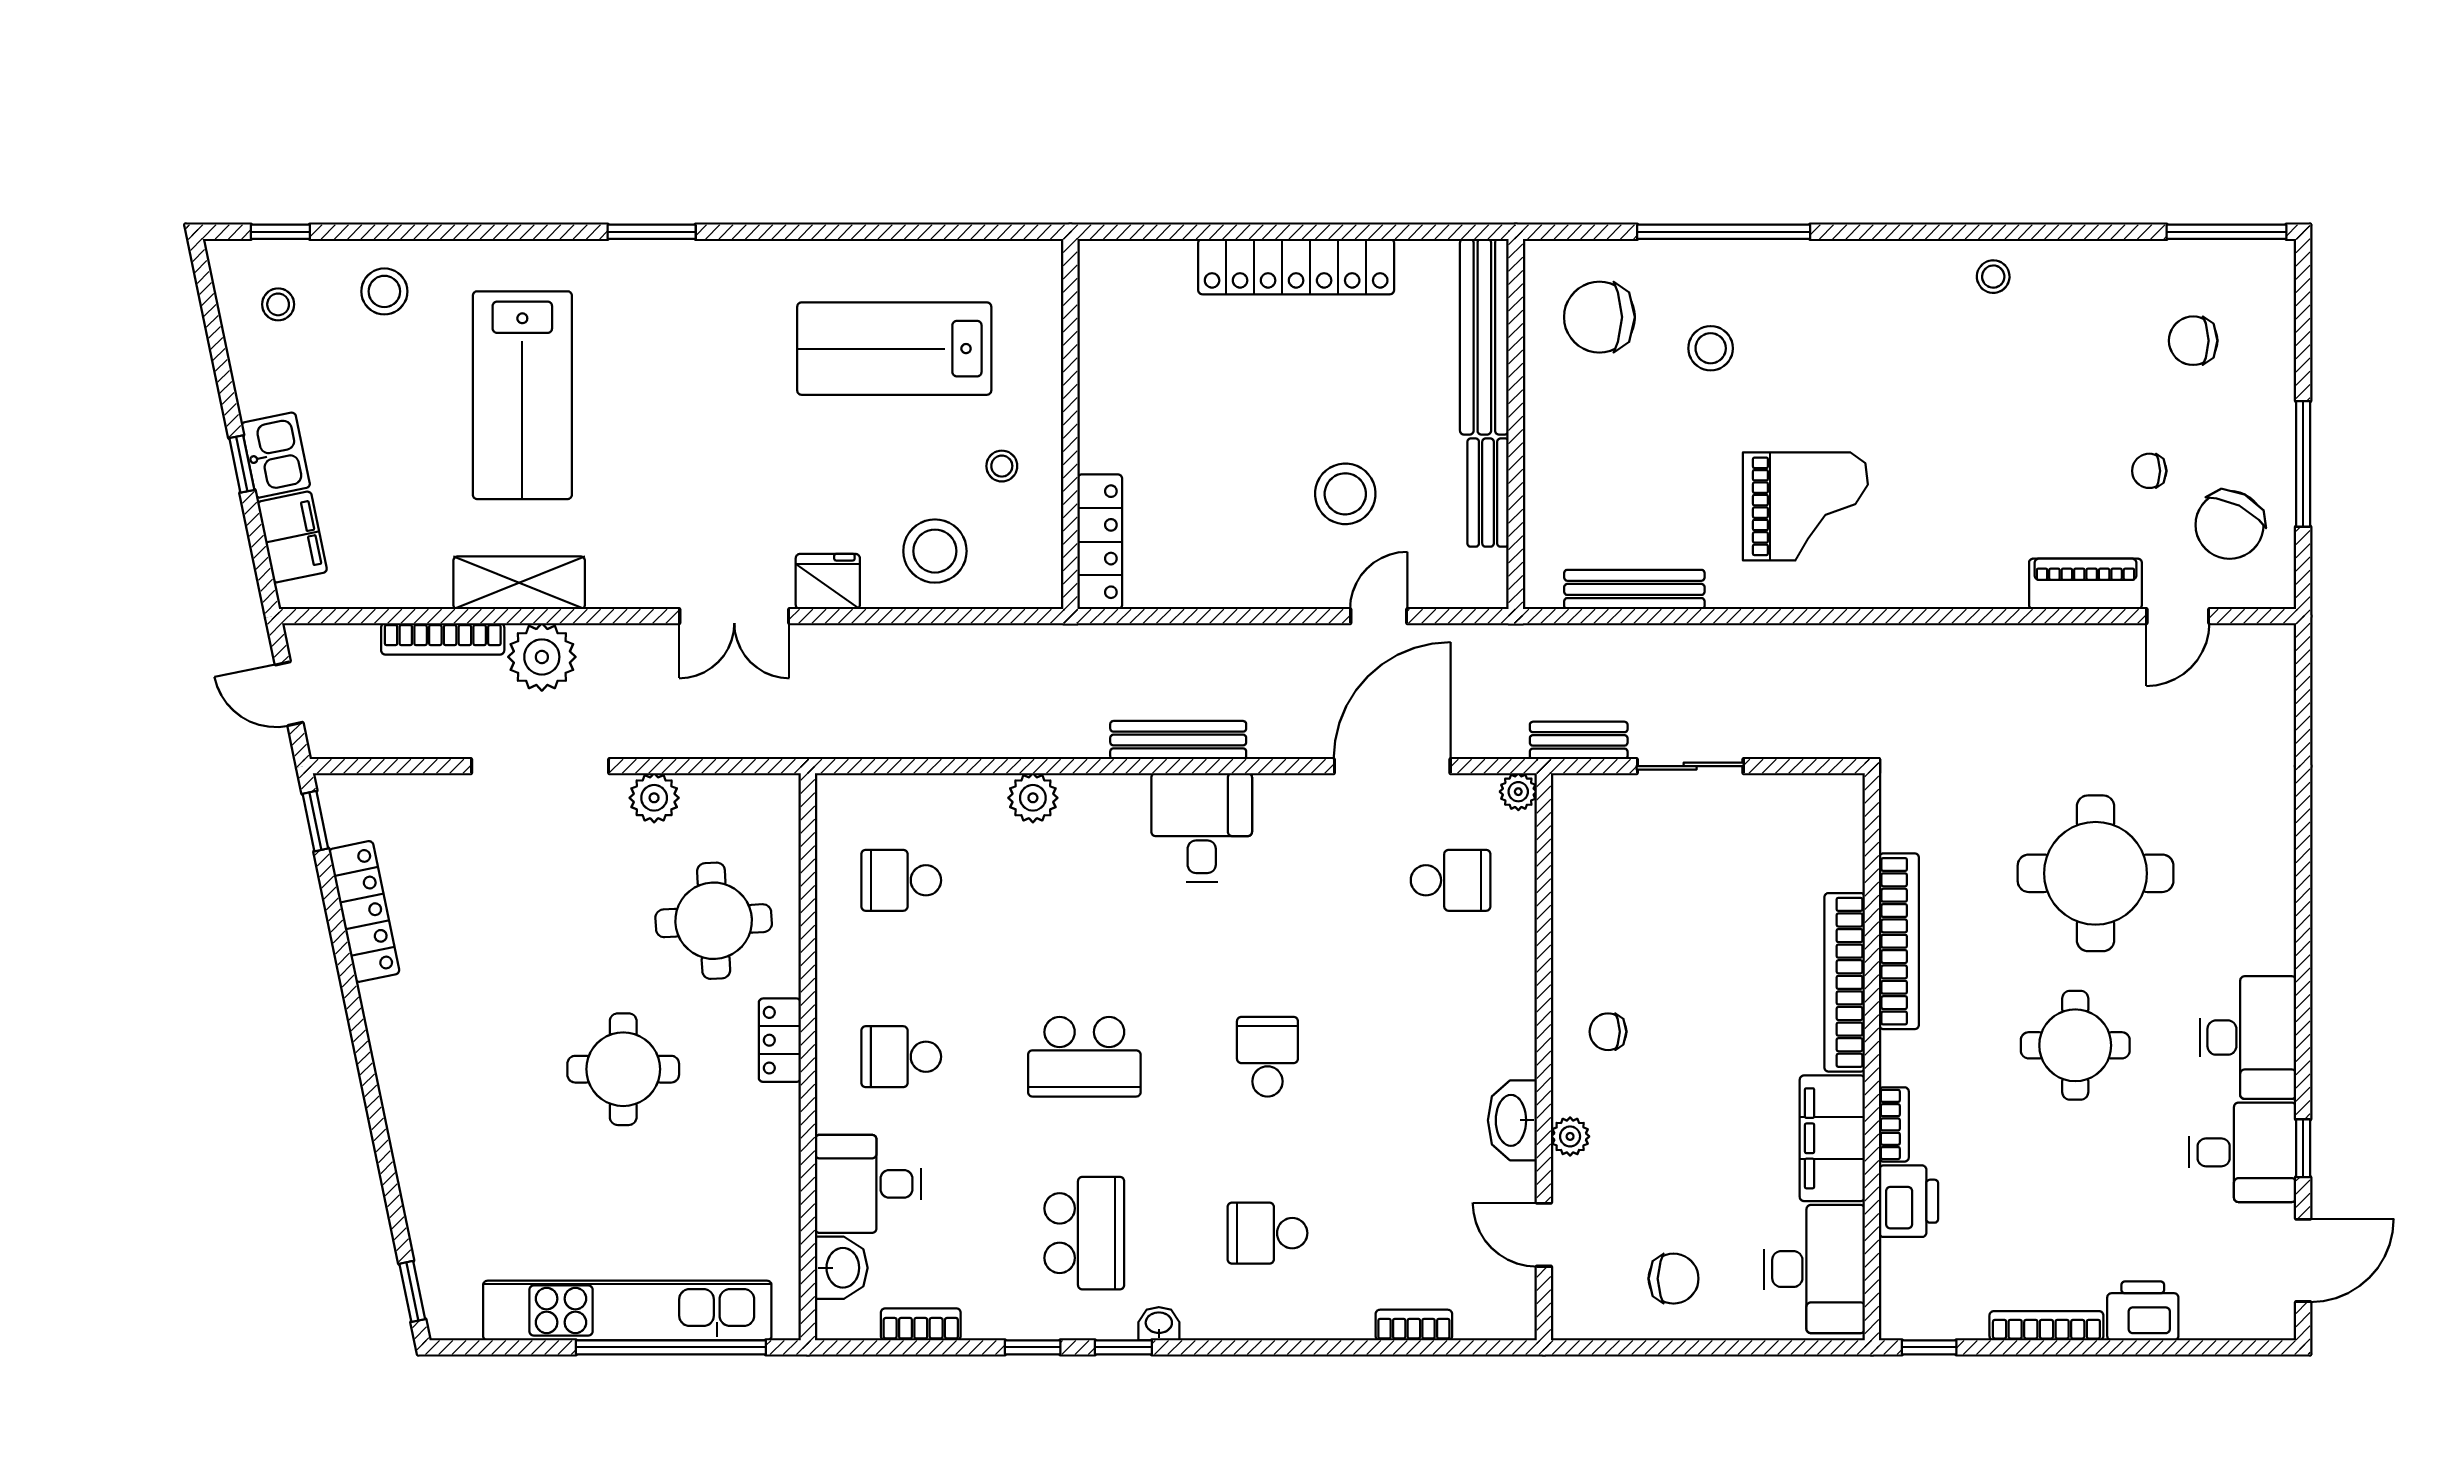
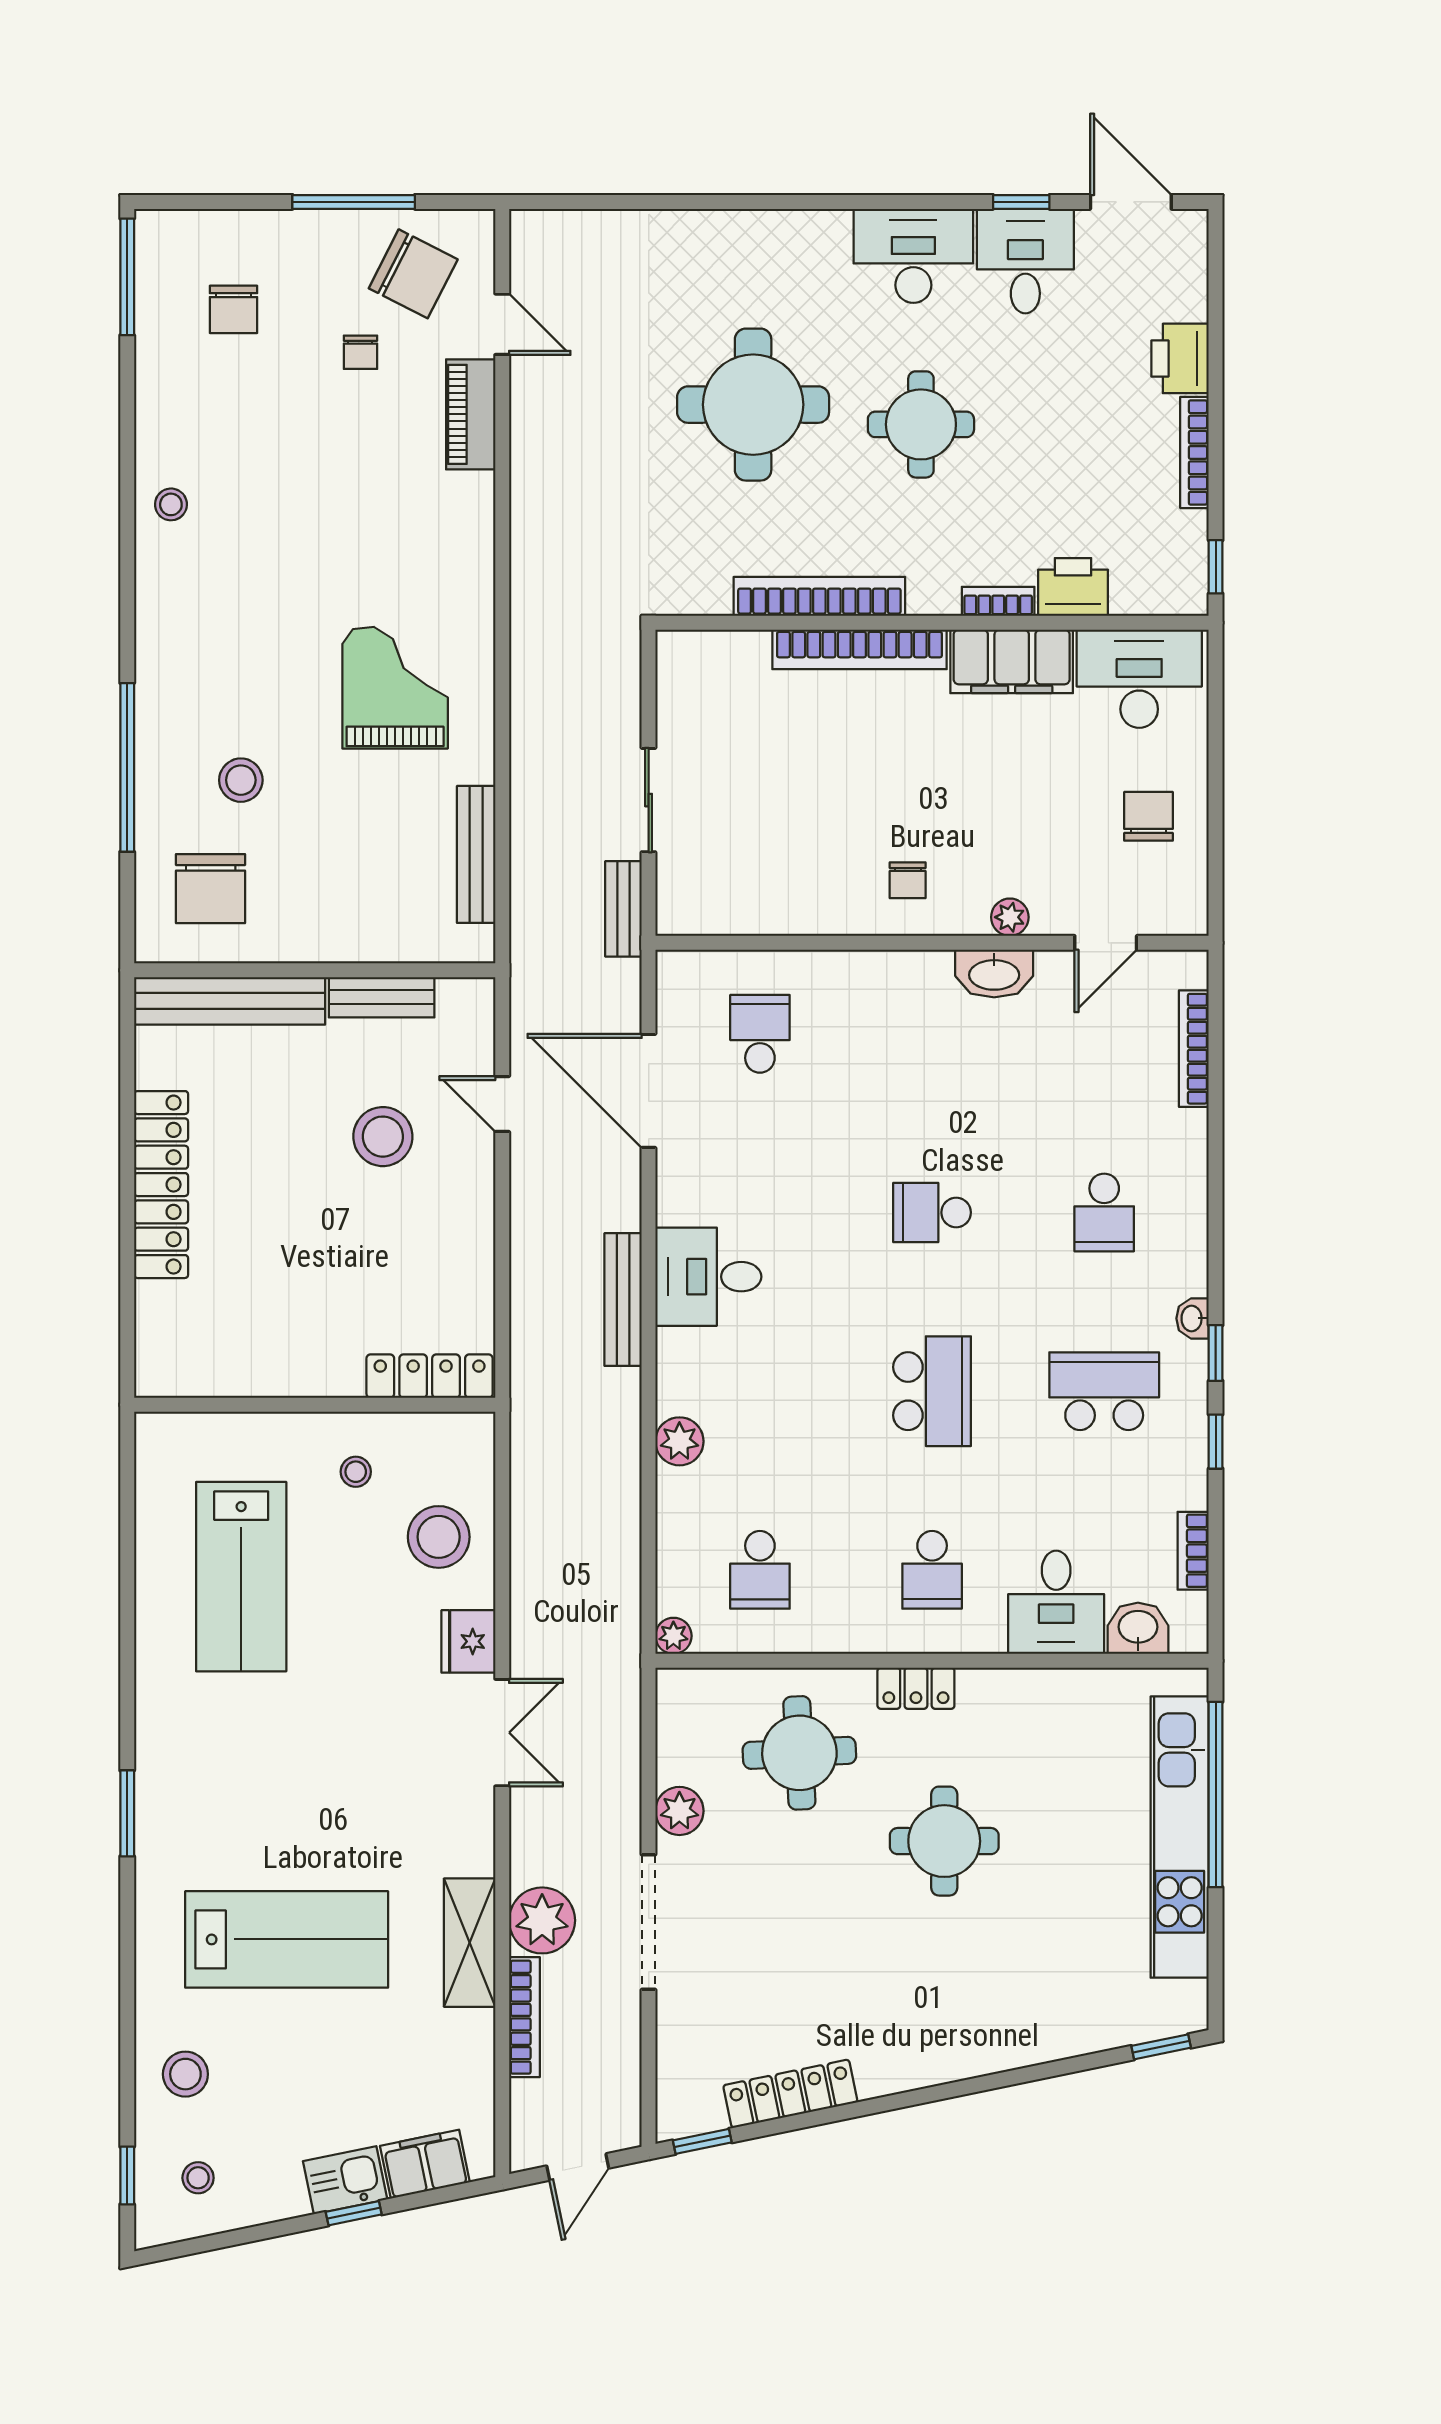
plant: (1518, 792) -> (673, 1636), moved
bookcase: (1414, 1325) -> (1194, 1049), width x1.56

